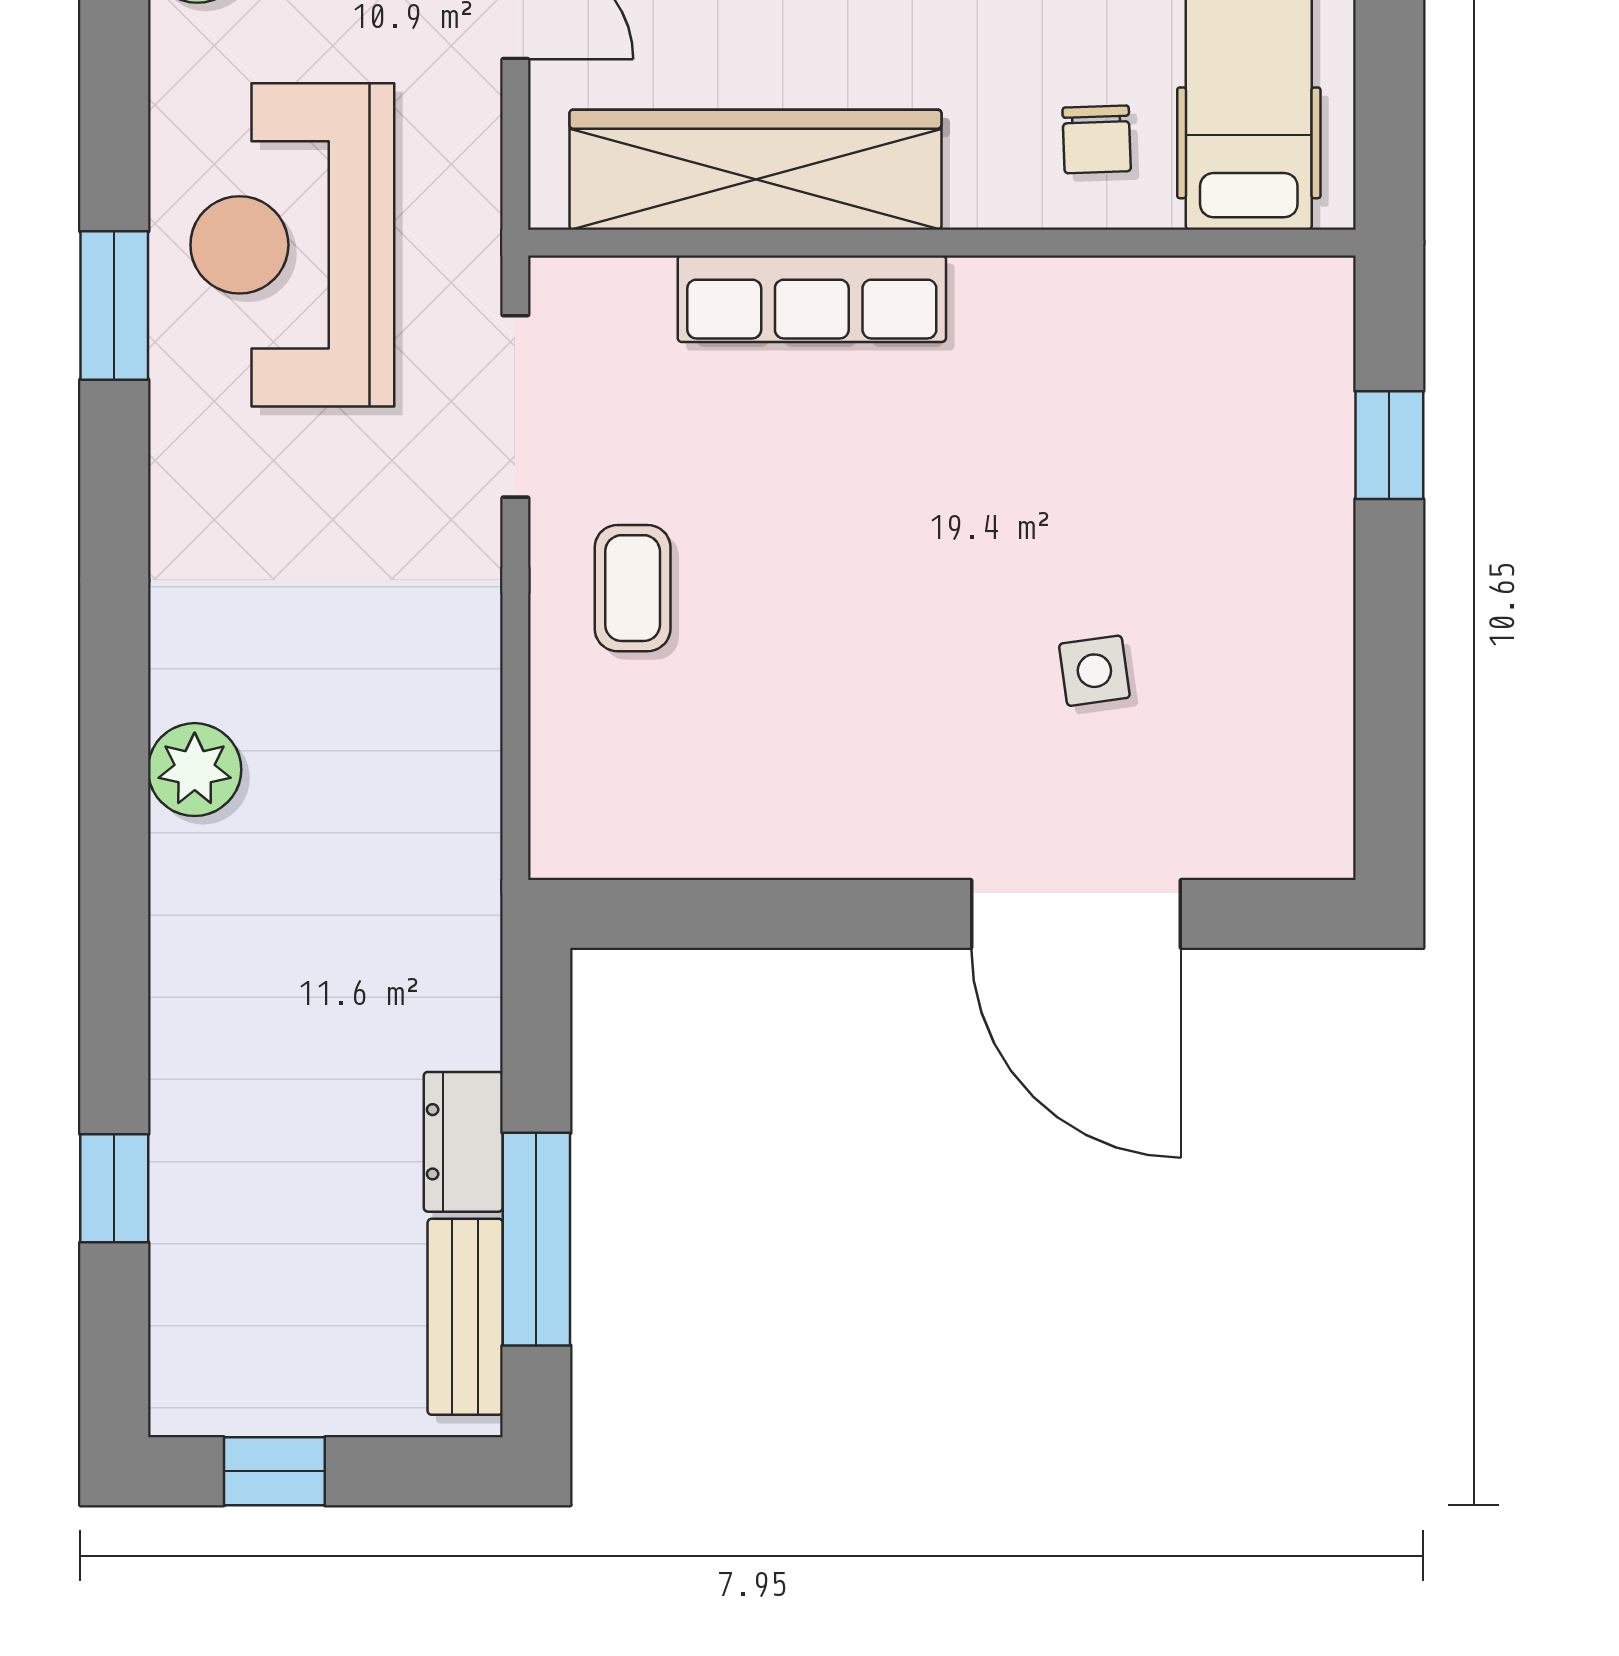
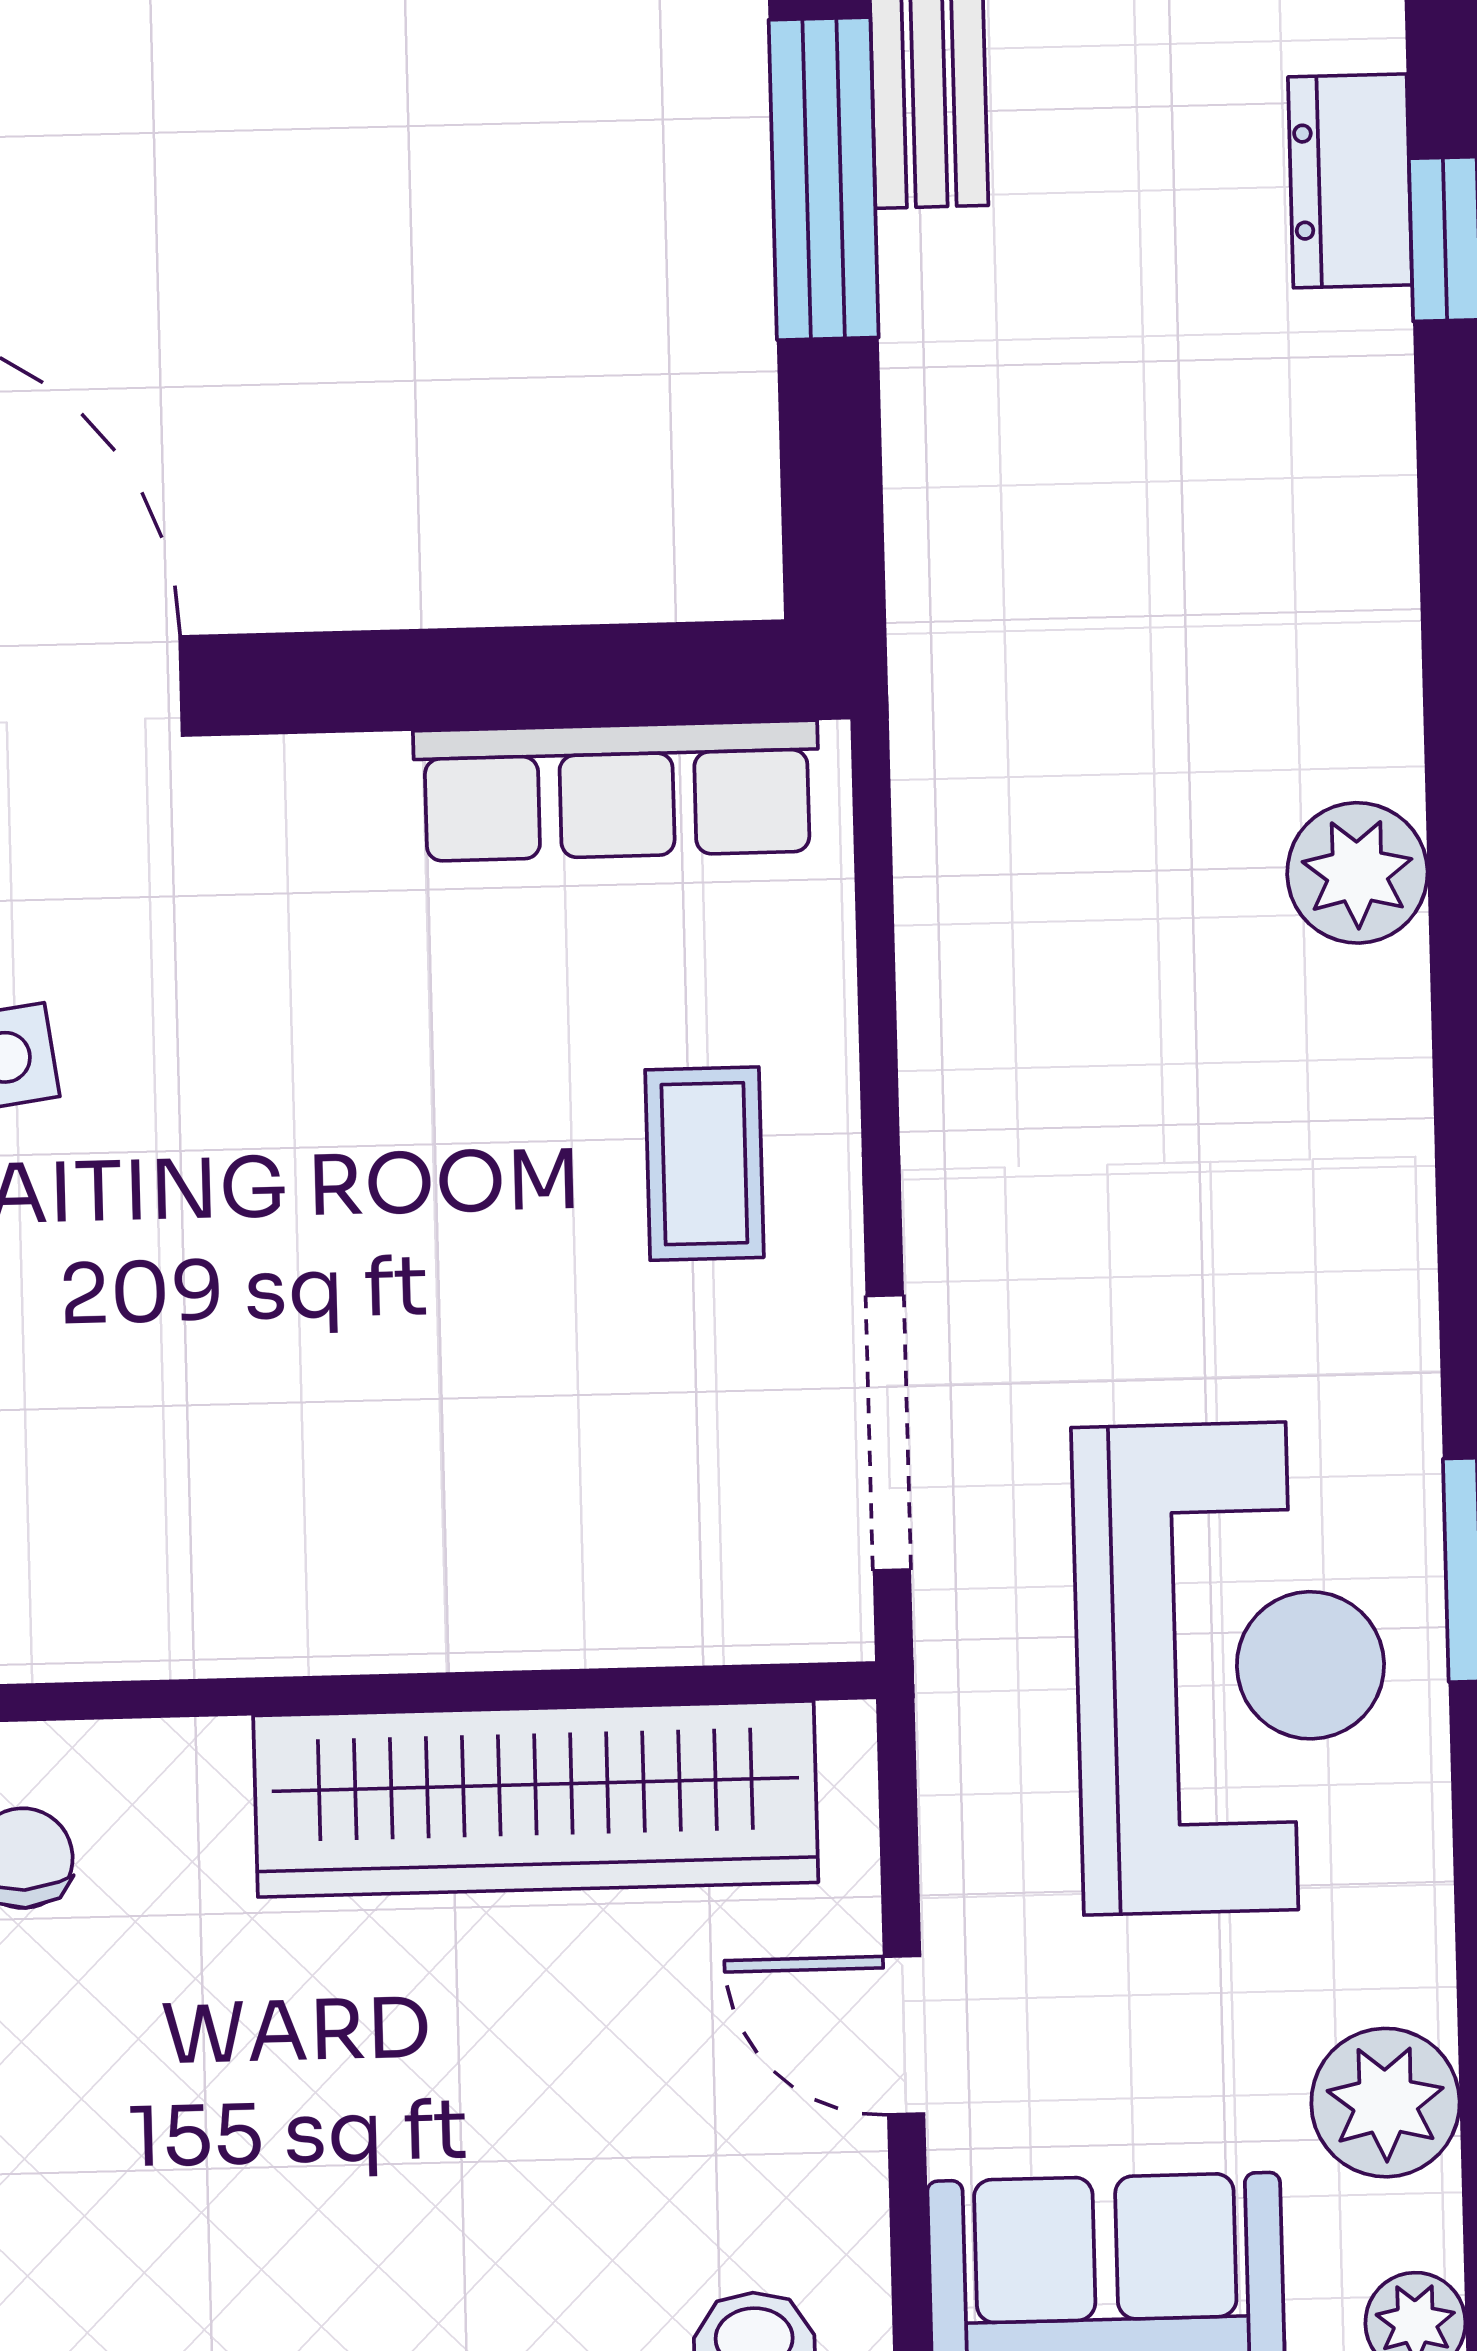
row of seats: (812, 299) -> (617, 791), moved, turned 180
dresser: (463, 1142) -> (1350, 181), moved, turned 180

